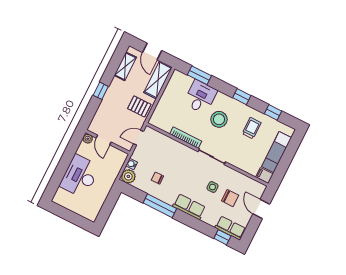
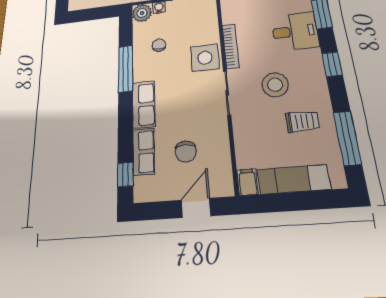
window: (242, 97) -> (332, 64), moved
window: (273, 112) -> (347, 138), width x2.17
stool: (219, 119) -> (275, 85), moved
side table: (213, 187) -> (205, 58), moved, width x1.87, depth x1.87
row of seats: (230, 228) -> (144, 152), moved

